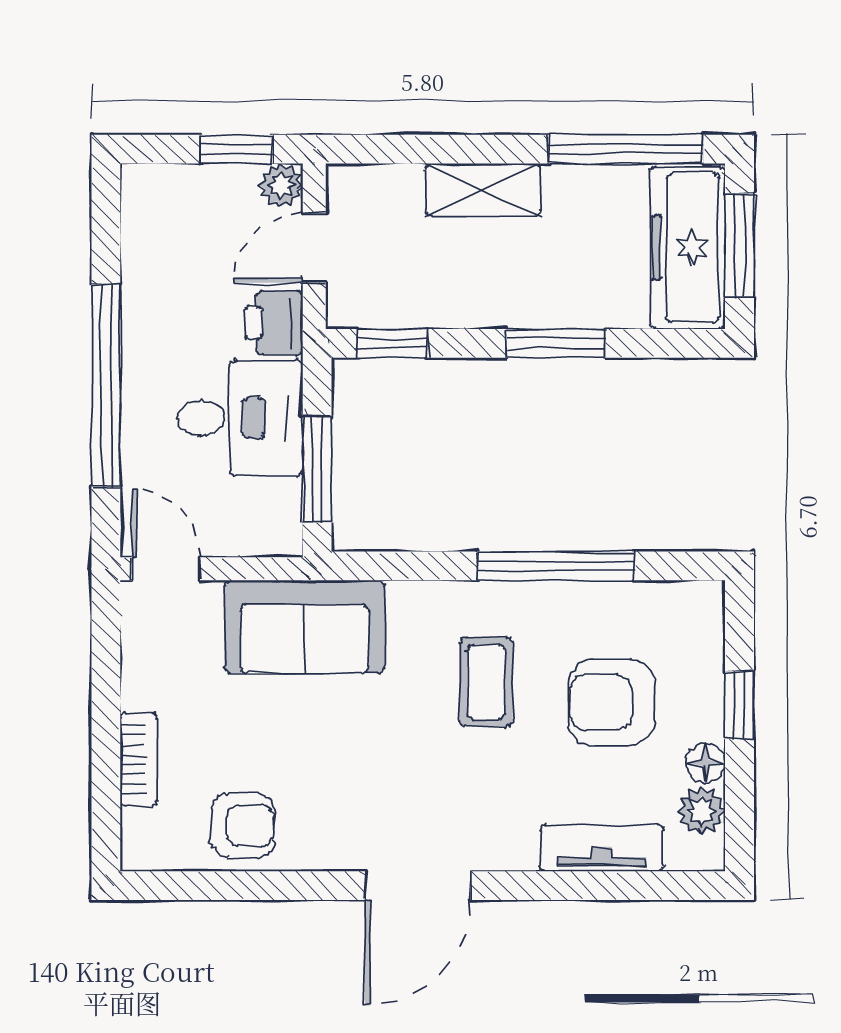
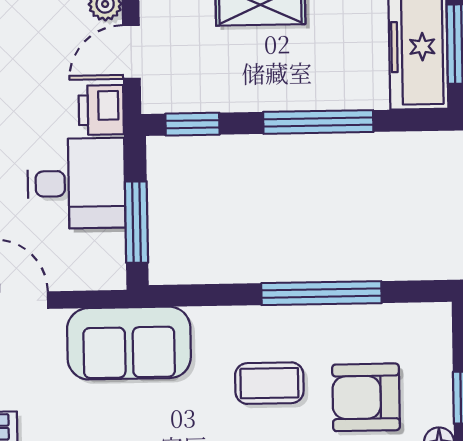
window: (556, 343) -> (318, 122), width x1.44
coffee table: (486, 682) -> (269, 383), turned 90

